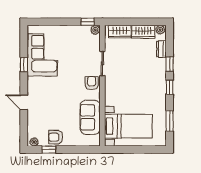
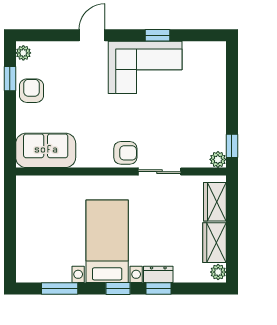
dresser: (161, 49) -> (158, 274), moved
corner sofa: (42, 55) -> (145, 67), moved
sofa: (90, 117) -> (46, 150), moved
bed with nightstands: (128, 126) -> (107, 241), moved, turned 180

